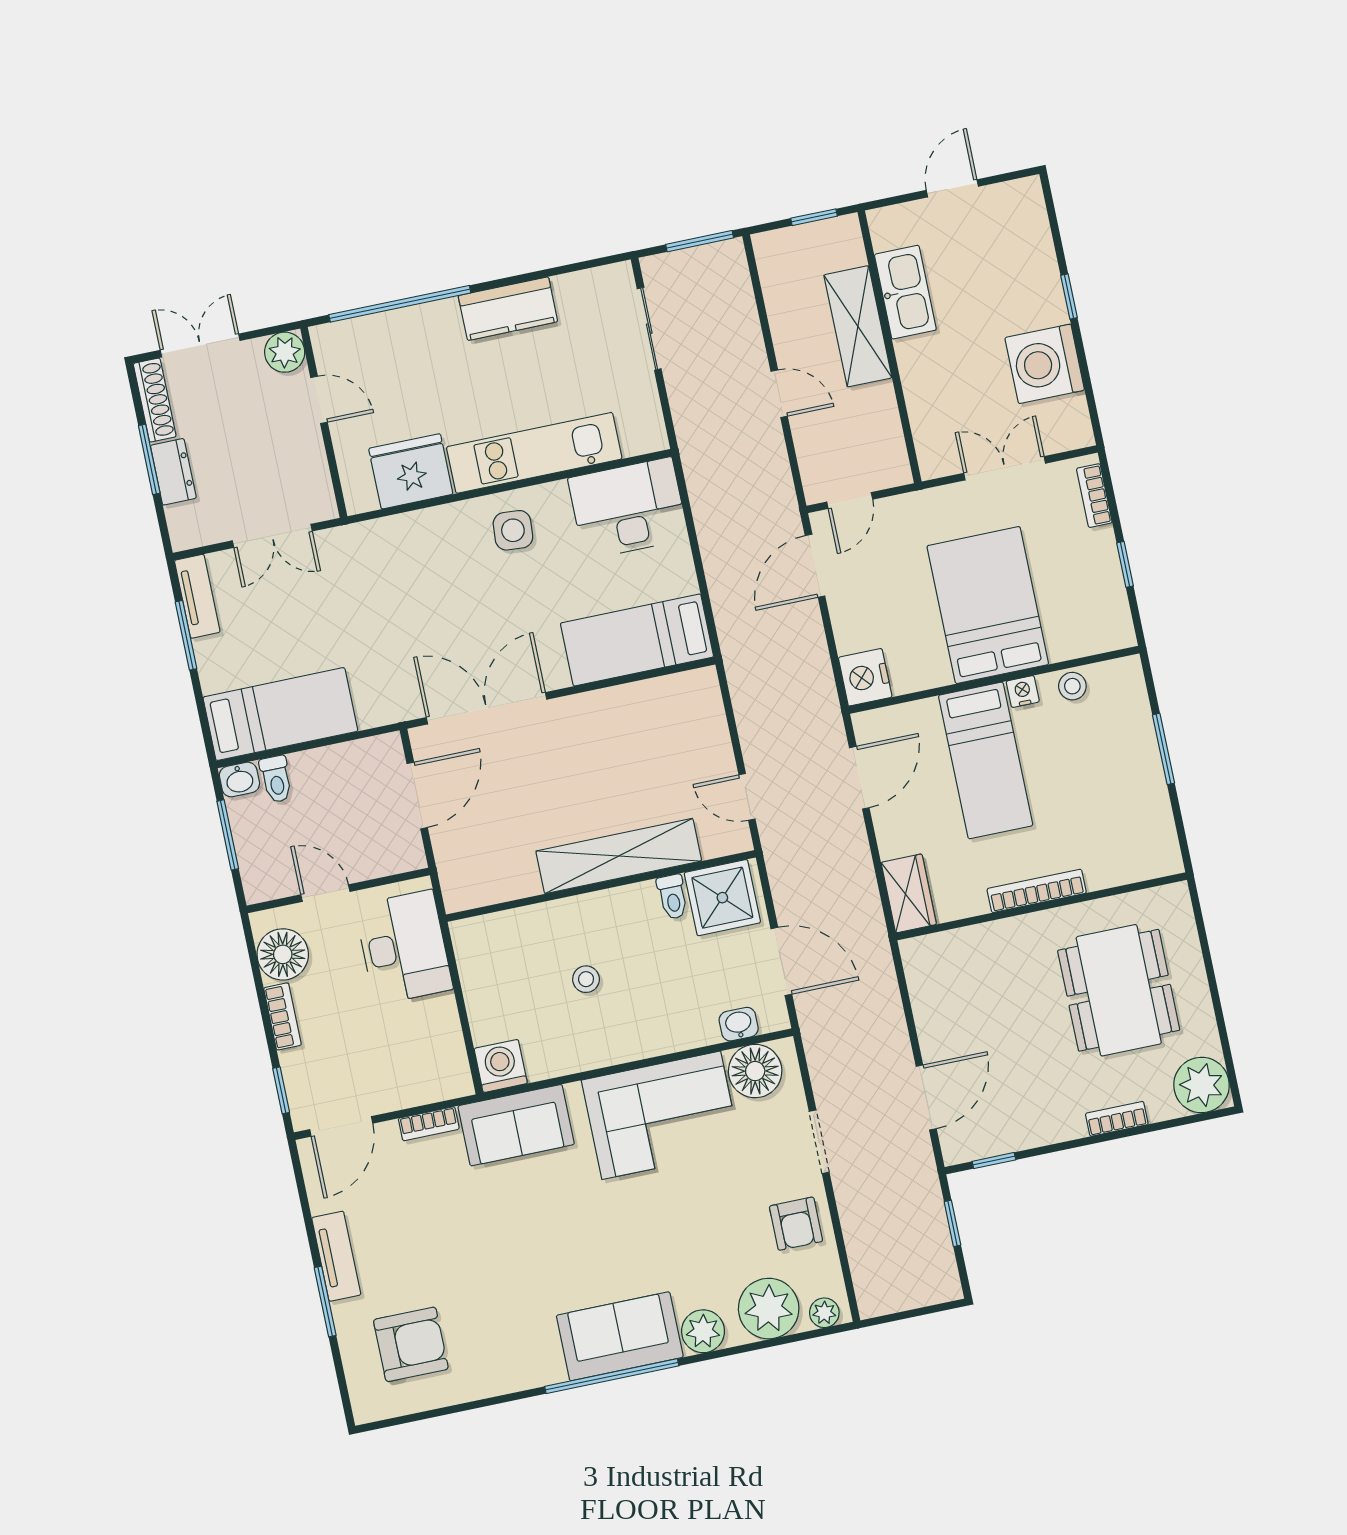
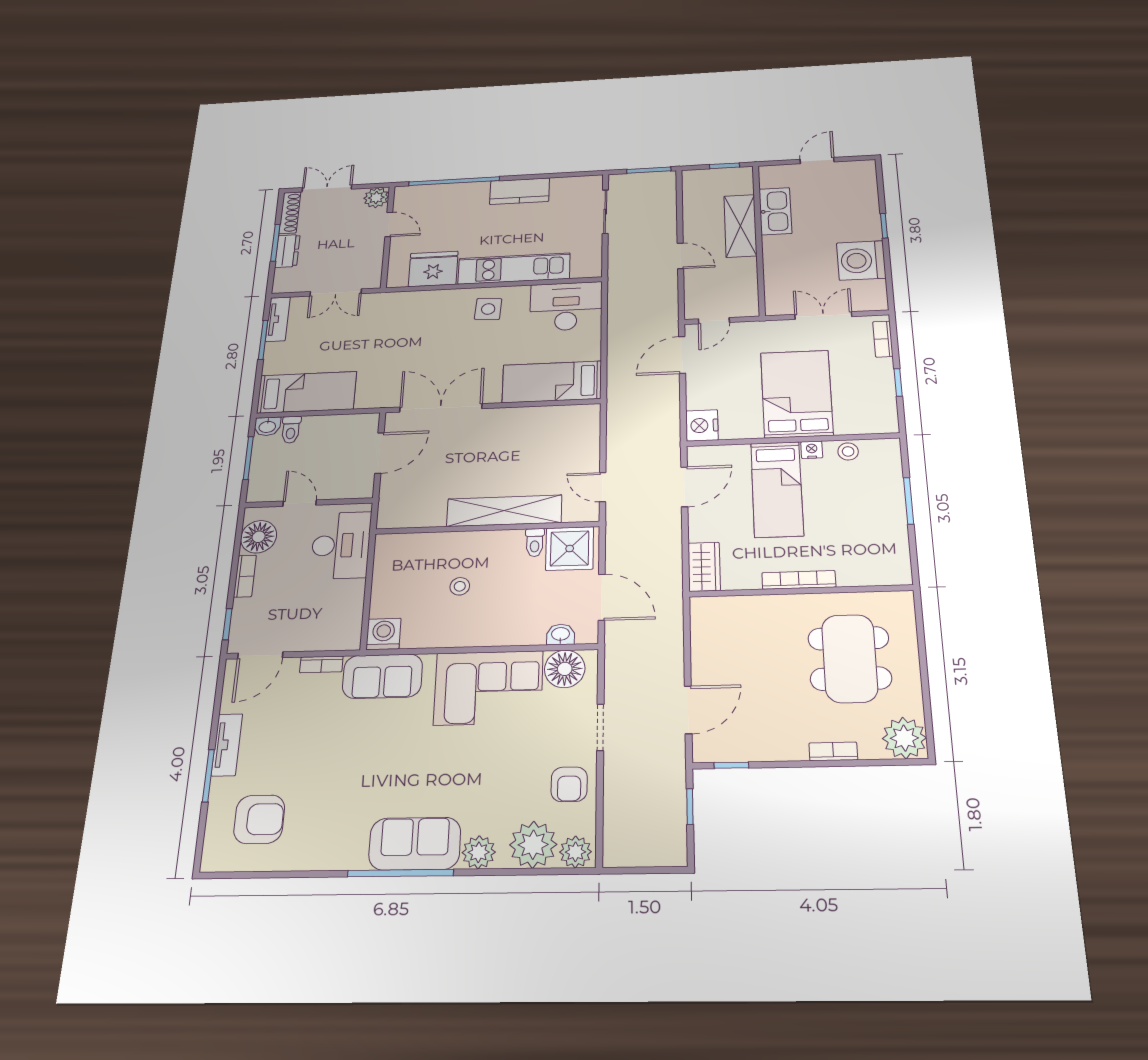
plant: (824, 1313) -> (575, 852), width x1.38, depth x1.38

